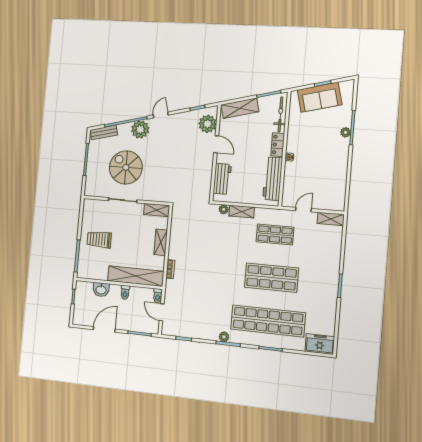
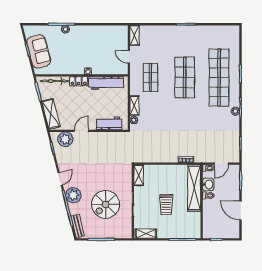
door: (161, 115) -> (60, 179), swing flipped
trolley: (99, 240) -> (166, 205), moved
shelving: (161, 242) -> (146, 234), moved
washbasin: (101, 290) -> (208, 185), moved
freezer: (320, 344) -> (232, 36), removed

